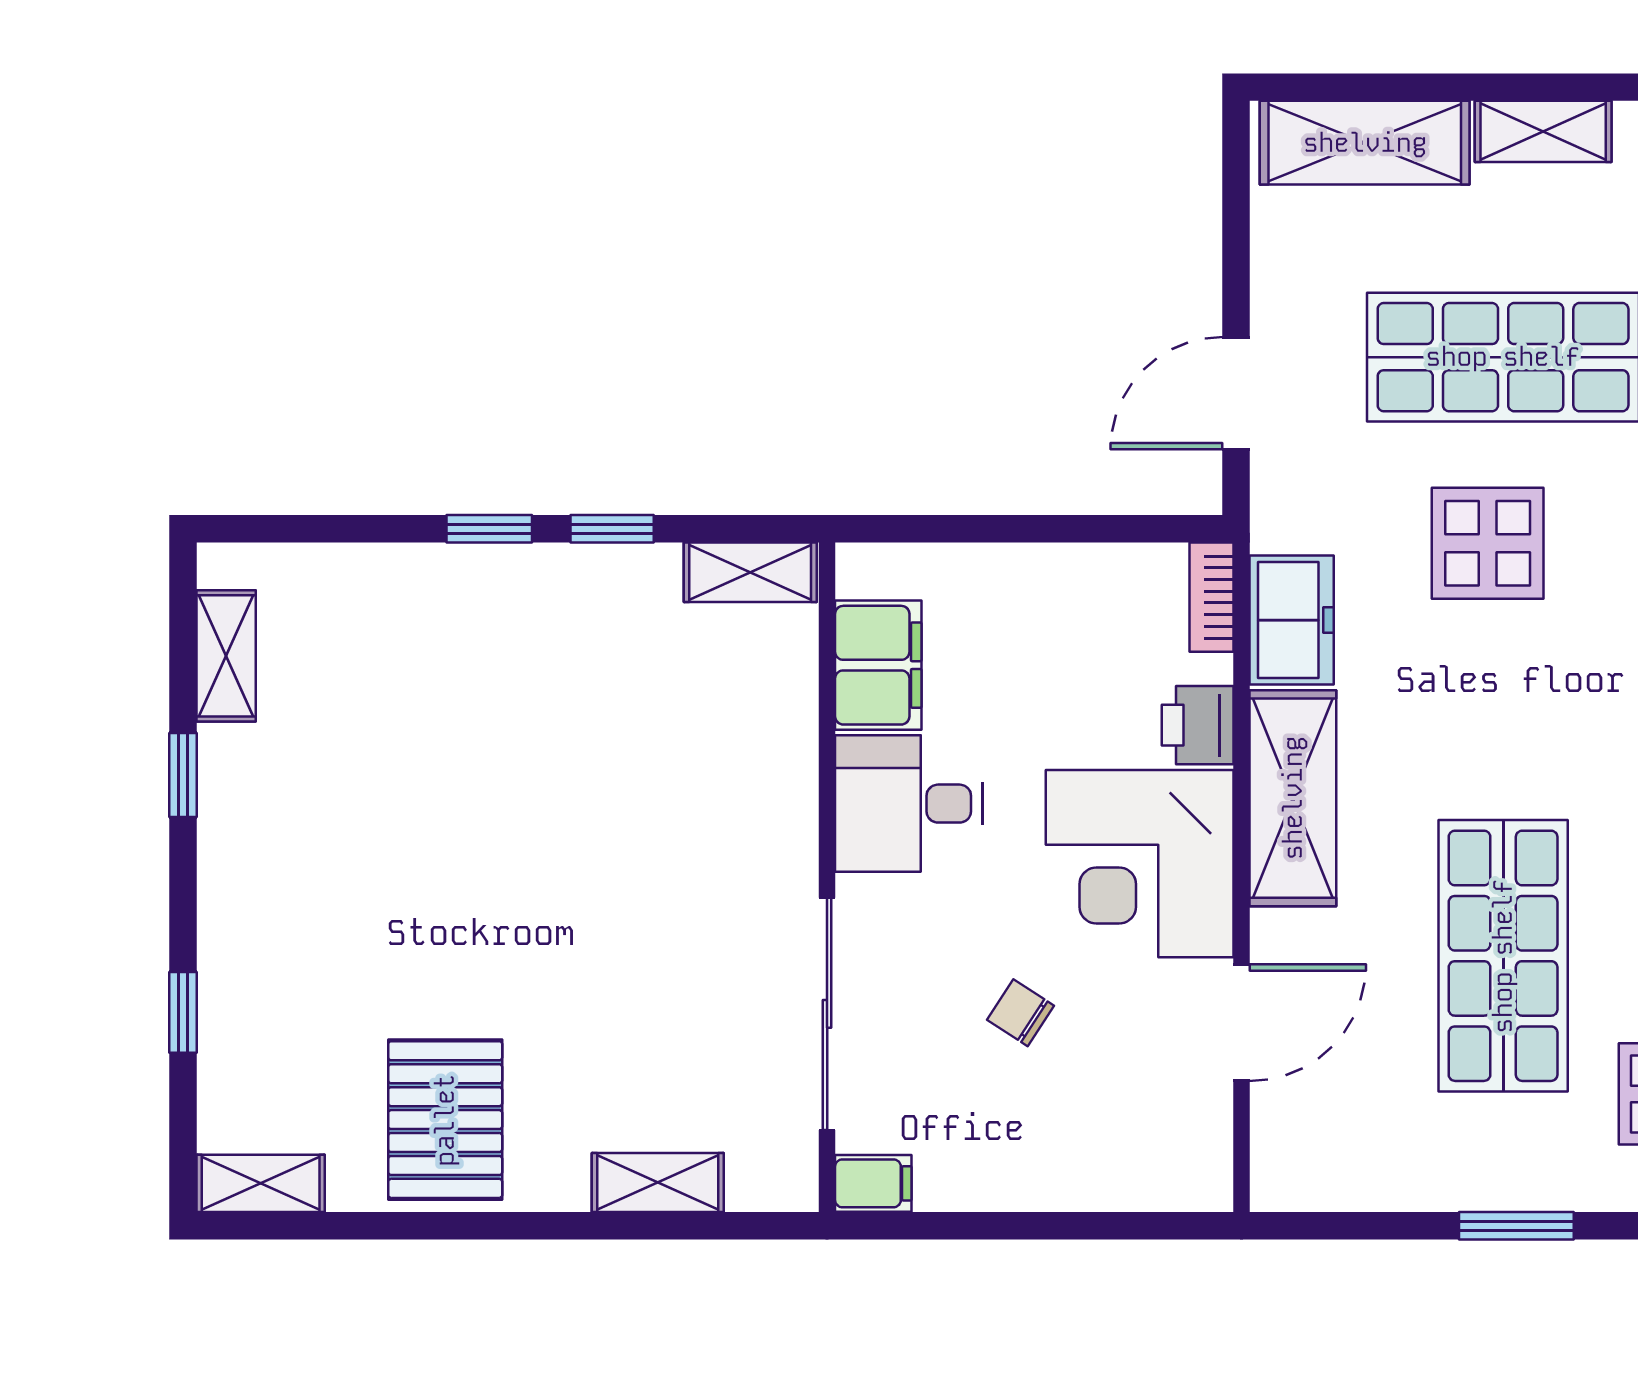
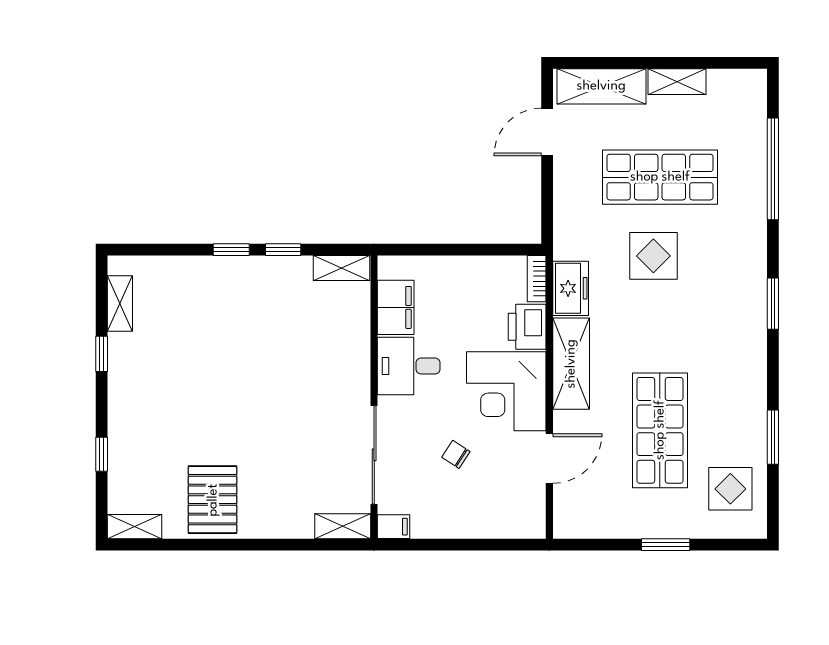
door: (1236, 393) -> (547, 132), moved
printer: (1198, 725) -> (527, 327), width x1.36, depth x1.24
shelving: (658, 1183) -> (343, 526), moved

